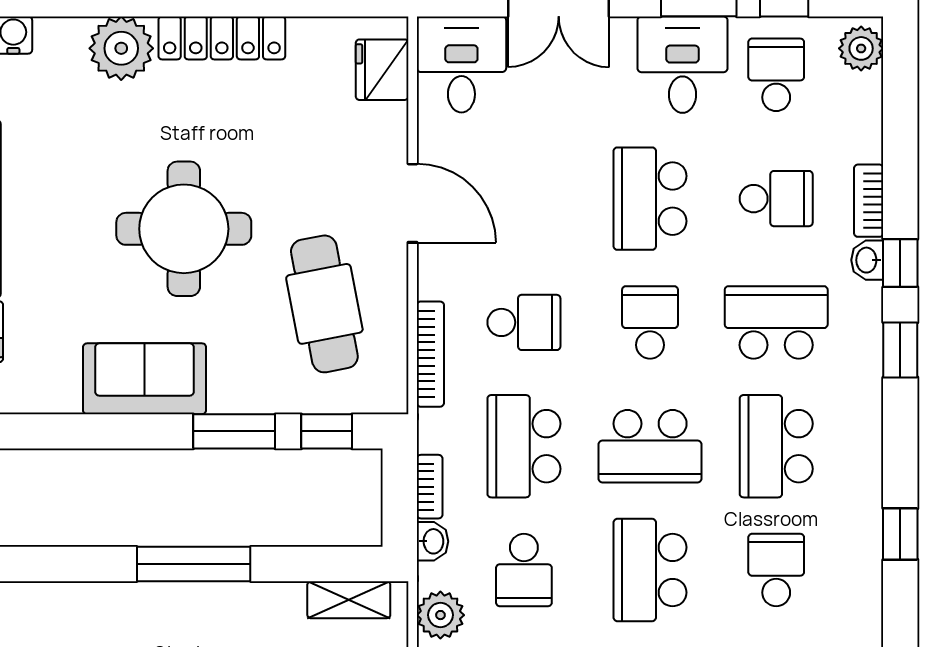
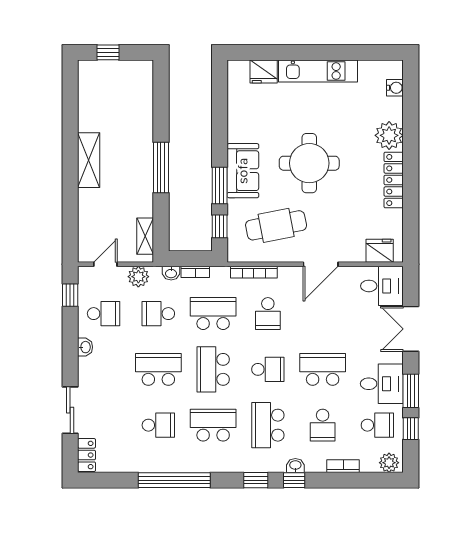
bookcase: (869, 201) -> (343, 466), moved
school desk: (776, 322) -> (268, 425), turned 180
sofa: (145, 379) -> (243, 171), moved
window: (900, 534) -> (174, 480), width x3.17

